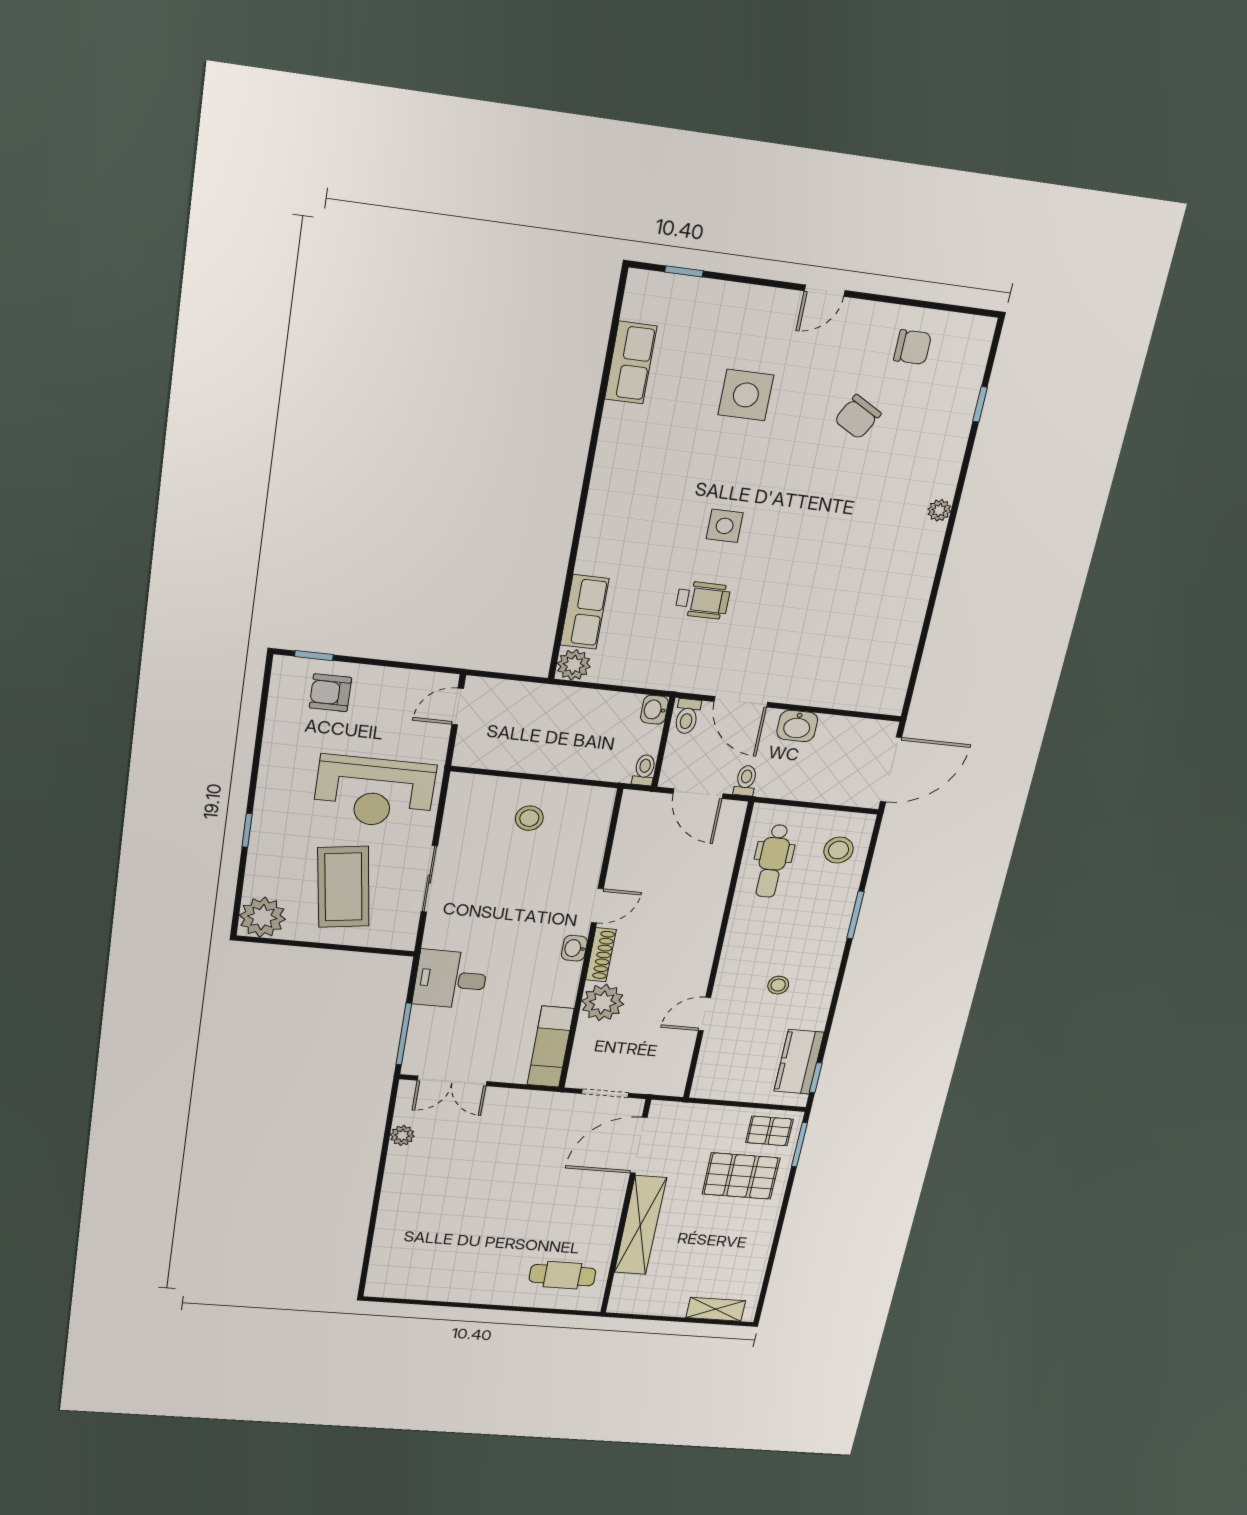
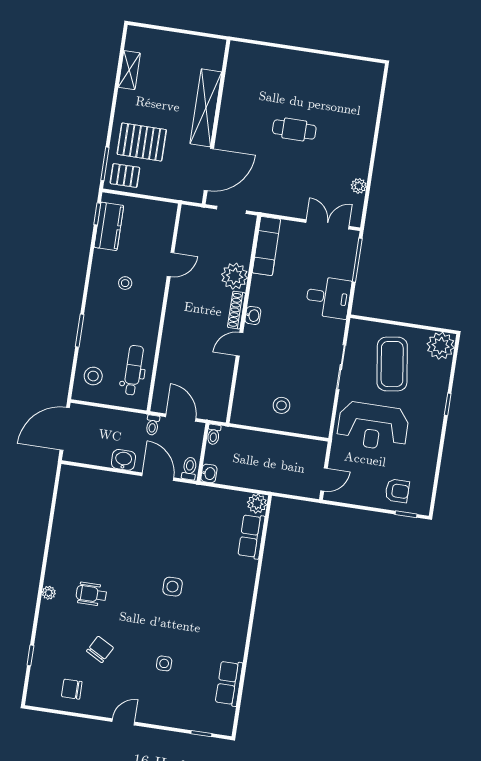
side table: (746, 395) -> (164, 663), width x0.54, depth x0.54
wheelchair: (703, 600) -> (91, 594), moved
reception desk: (374, 792) -> (373, 426), turned 180
cafe table: (562, 1275) -> (294, 129), moved
shelving: (716, 1309) -> (129, 70), moved, turned 90

